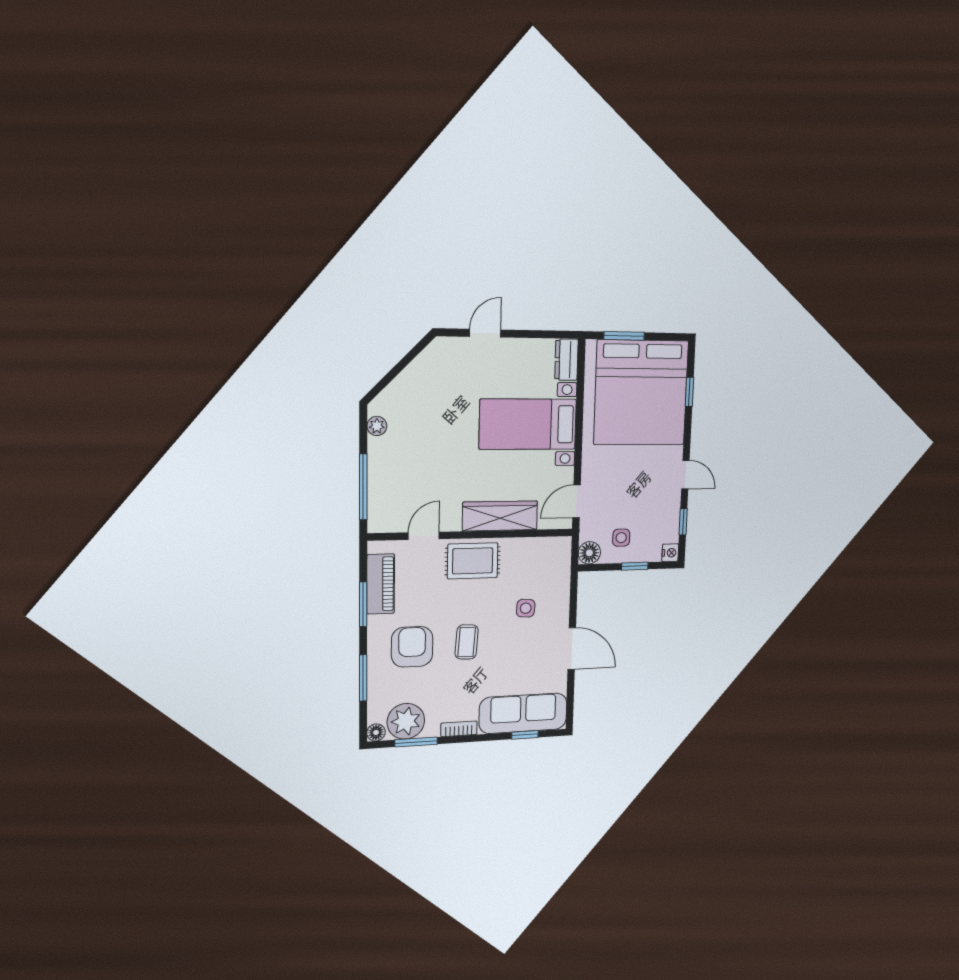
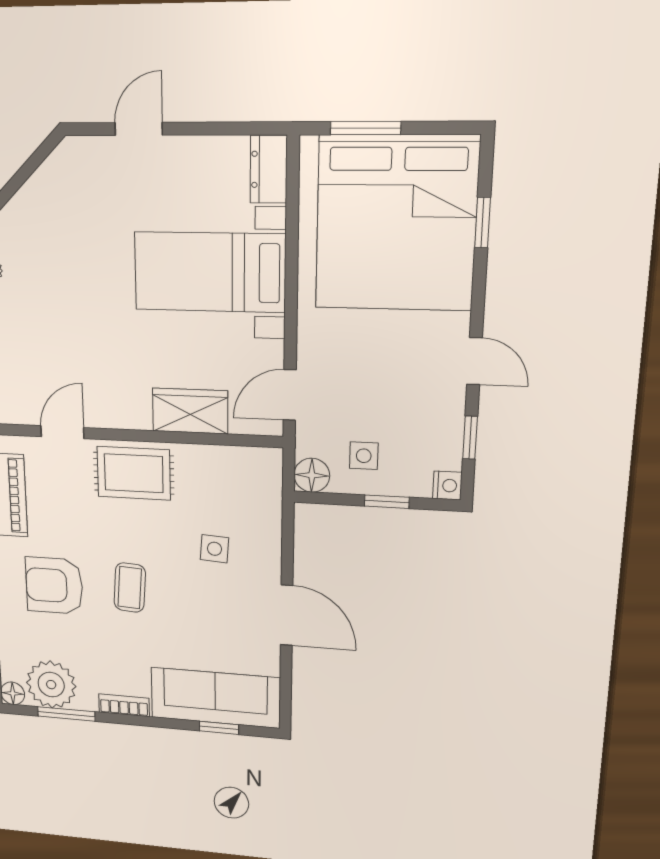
wardrobe: (500, 516) -> (190, 411), width x0.67
armchair: (412, 647) -> (54, 586), turned -90

